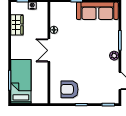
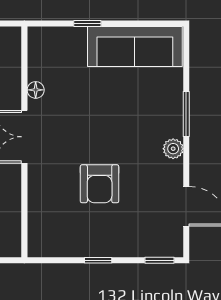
armchair: (70, 89) -> (100, 184), moved, turned -90

